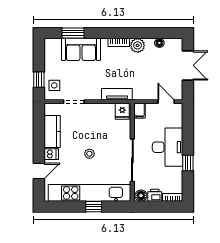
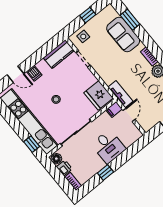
window: (39, 80) -> (88, 15), moved
tv unit: (117, 94) -> (120, 94), moved
door: (166, 102) -> (129, 115), moved
fridge: (122, 111) -> (99, 95), width x1.88, depth x1.34
kitchen counter: (52, 131) -> (59, 54), moved
desk: (168, 147) -> (108, 147), width x0.73
window: (94, 207) -> (32, 144), moved

